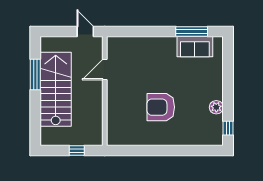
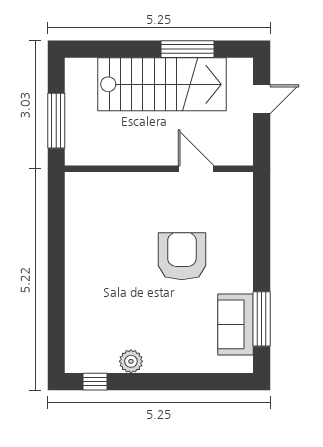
door: (85, 31) -> (262, 99), moved
armchair: (161, 107) -> (182, 256), moved
window: (77, 151) -> (56, 121), width x2.17

